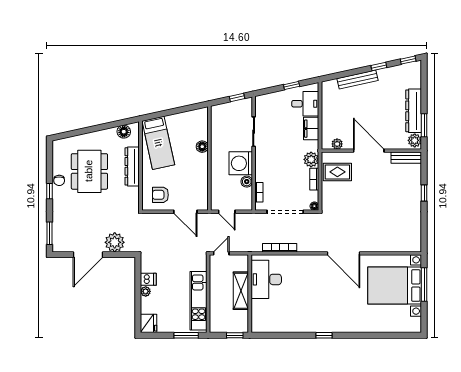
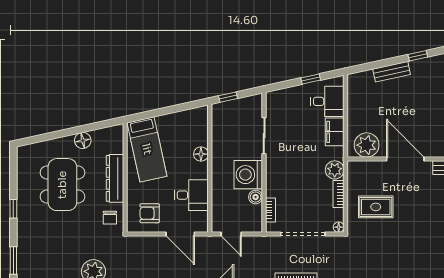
bench: (357, 80) -> (392, 72), width x0.73
window: (237, 97) -> (228, 97), moved
floor lamp: (124, 132) -> (83, 140), moved
plant: (337, 144) -> (367, 145), width x1.87, depth x1.87
rug: (337, 172) -> (376, 207), moved
chair: (59, 180) -> (110, 218), moved
desk: (195, 180) -> (191, 195), added

